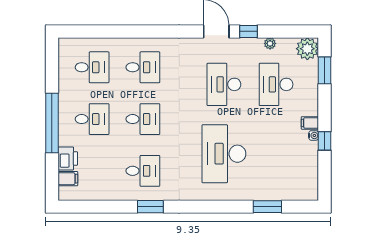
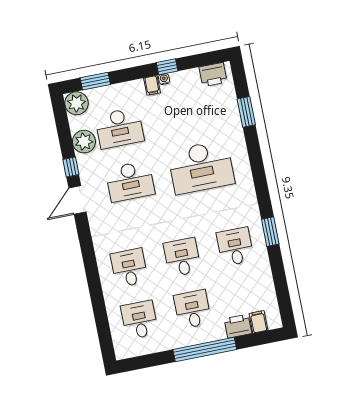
plant: (270, 43) -> (84, 142), width x1.88, depth x1.88
printer: (309, 182) -> (213, 75), added

